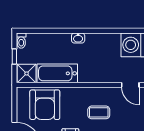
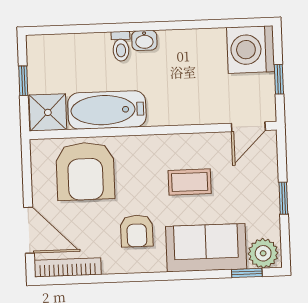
toilet: (21, 41) -> (121, 46), moved
door: (130, 85) -> (248, 127), hinge flipped

